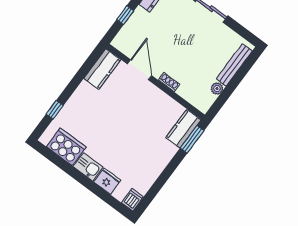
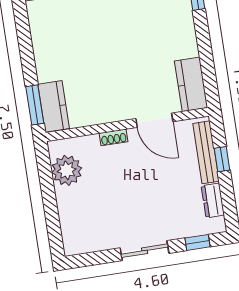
bench: (234, 65) -> (206, 152), moved
plant: (217, 89) -> (67, 170), width x1.87, depth x1.87

